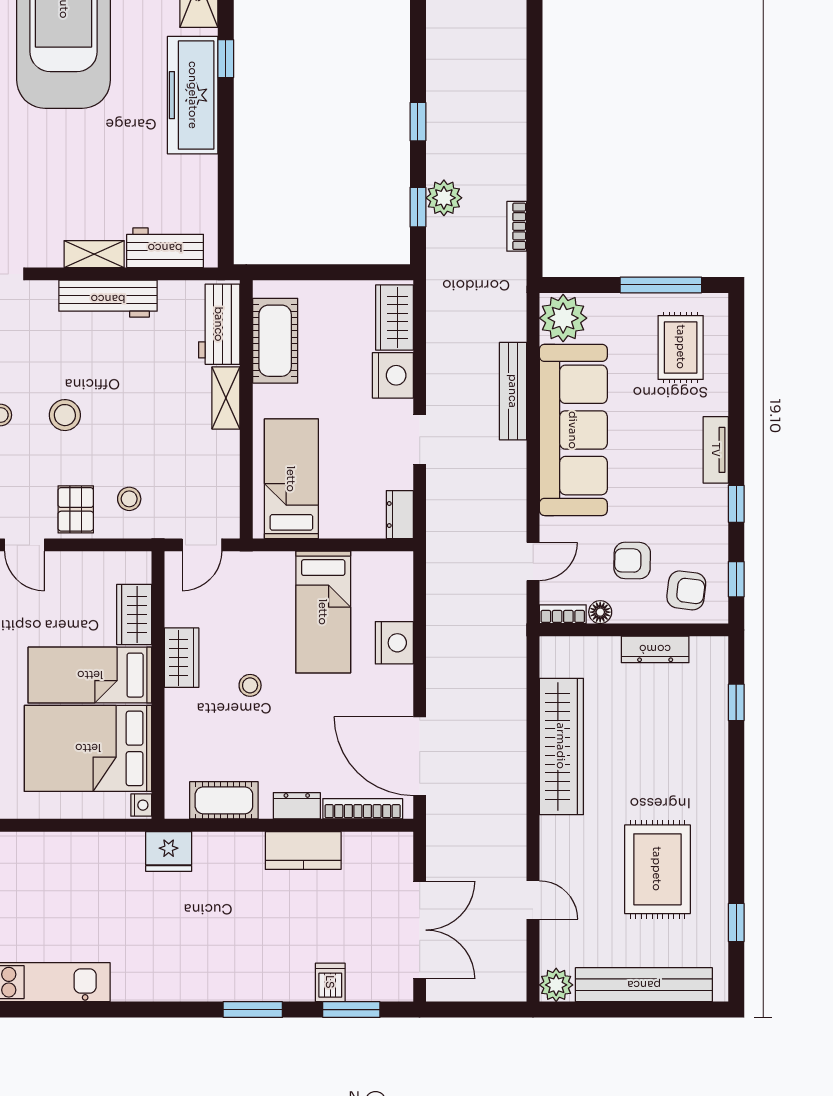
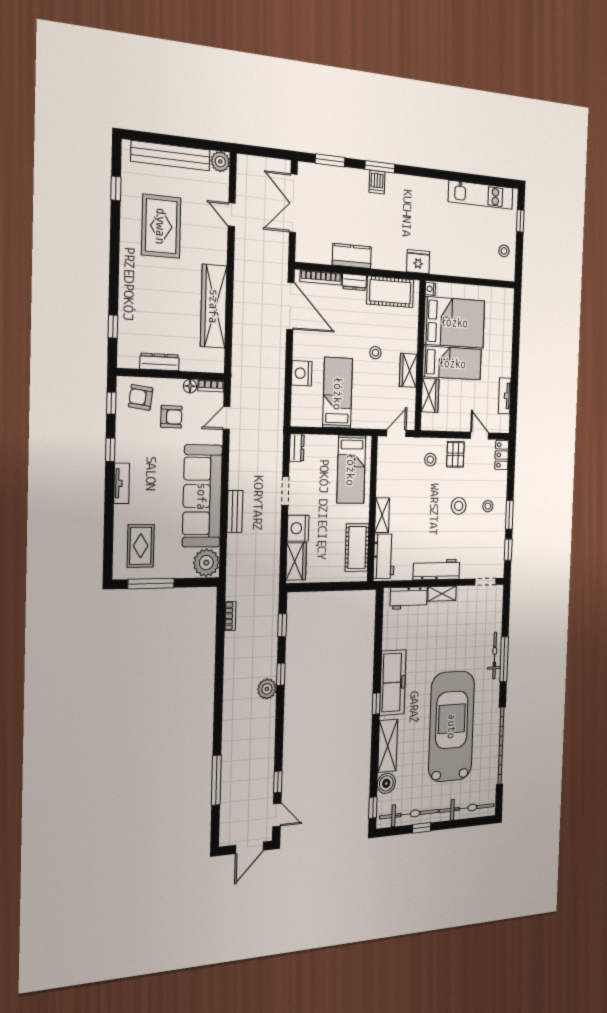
plant: (444, 198) -> (267, 689), moved
bench: (513, 391) -> (235, 511), width x0.73
cot: (224, 800) -> (390, 292), width x1.37, depth x1.34
dishwasher: (330, 982) -> (377, 182), moved

